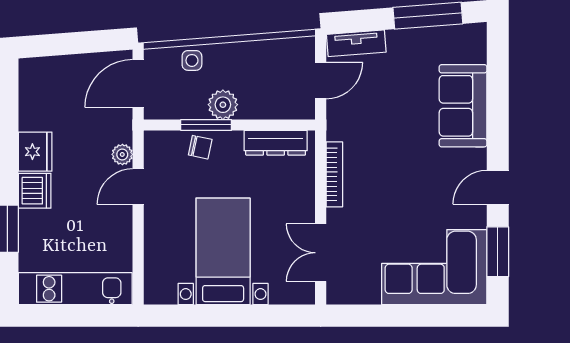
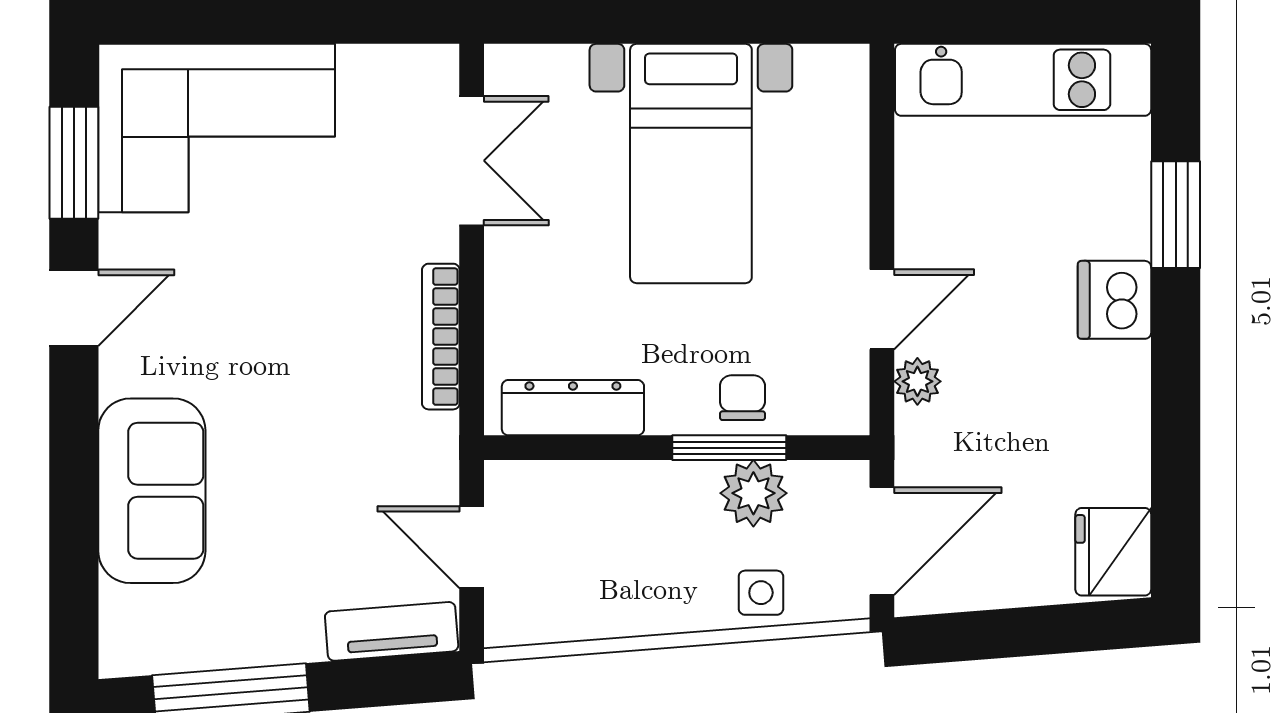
door: (321, 81) -> (472, 547), hinge flipped
plant: (223, 105) -> (753, 493), moved
chair: (200, 147) -> (742, 398), turned 78
fridge: (35, 152) -> (1113, 552), moved

